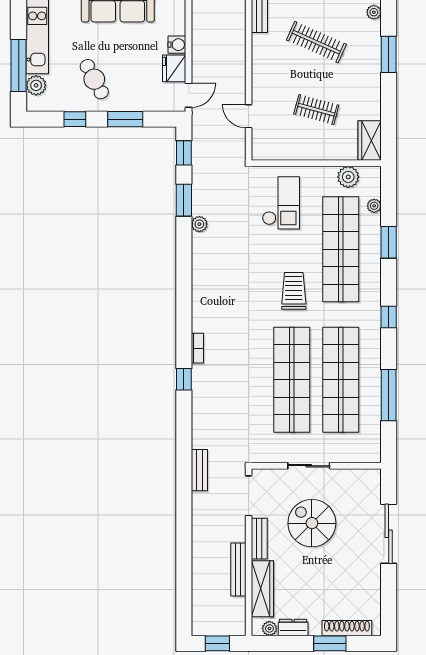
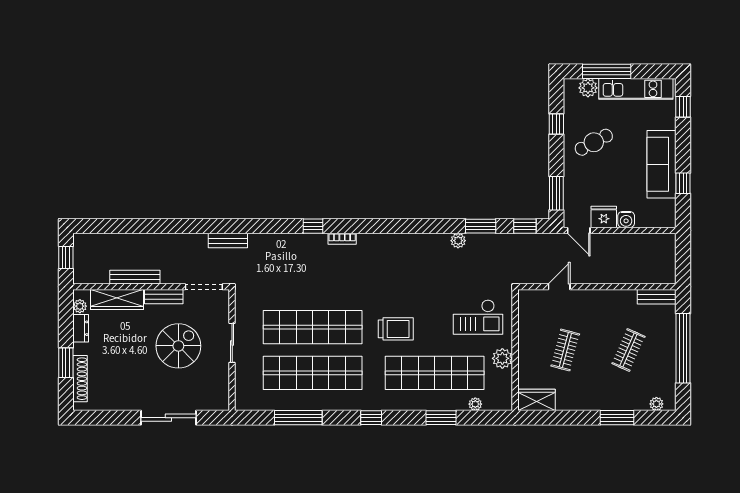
clothes rail: (316, 42) -> (628, 350), width x0.73
window: (125, 119) -> (556, 193), moved
plant: (348, 177) -> (502, 358), moved

